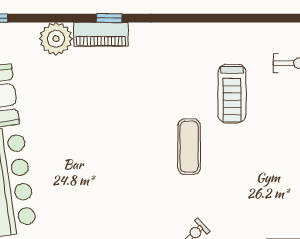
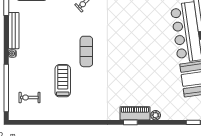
plant: (56, 39) -> (156, 115), width x0.53, depth x0.53

